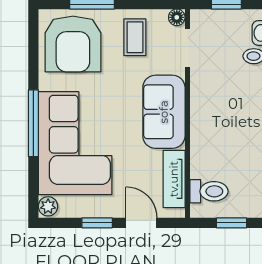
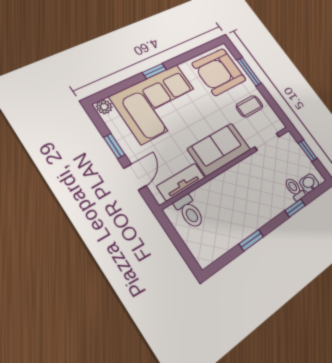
floor lamp: (177, 17) -> (279, 125), removed
window: (33, 123) -> (154, 71), width x0.46
window: (232, 223) -> (178, 243), removed

